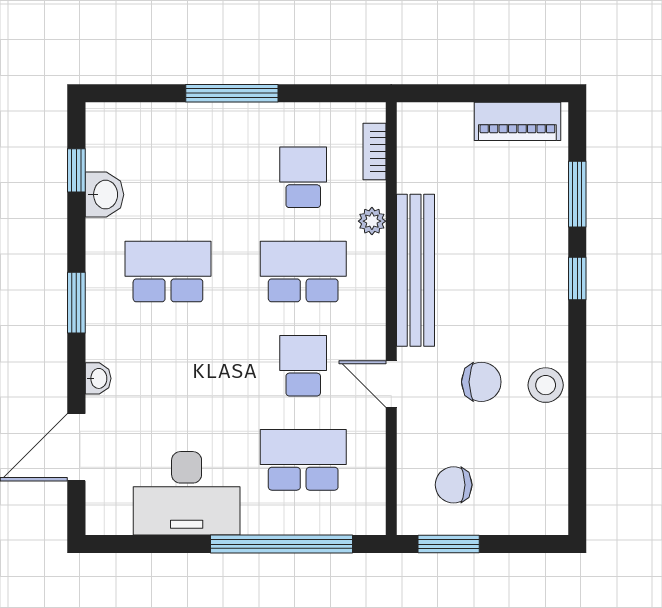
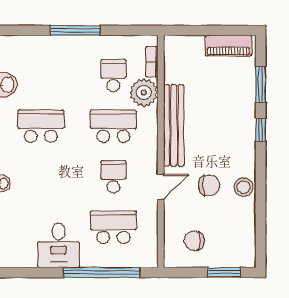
plant: (372, 221) -> (144, 93), width x1.87, depth x1.87
door: (391, 384) -> (161, 187), swing flipped
desk: (187, 493) -> (59, 245), width x0.73
window: (449, 544) -> (224, 272), moved

